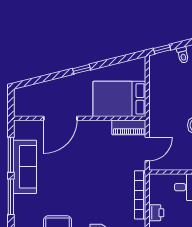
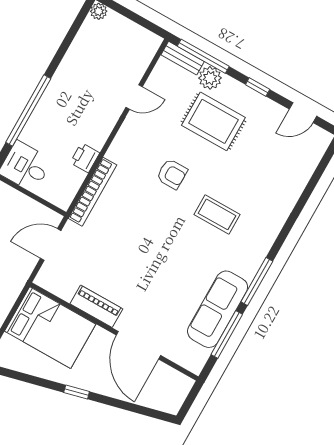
door: (60, 118) -> (138, 345), swing flipped
piano: (129, 127) -> (96, 306), moved

